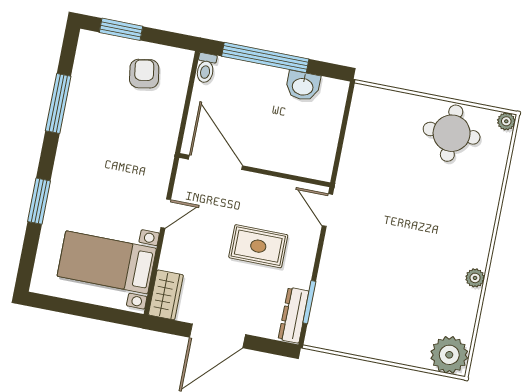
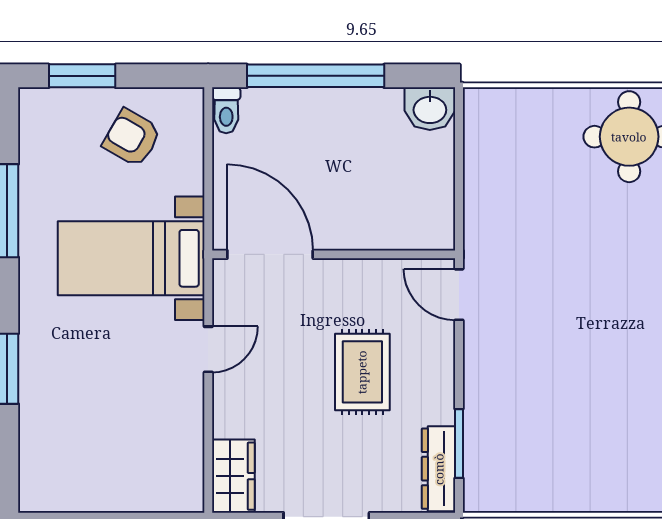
armchair: (144, 74) -> (132, 138), turned -51
washbasin: (303, 86) -> (430, 109), moved
rug: (258, 246) -> (362, 372), turned 90
bed with nightstands: (107, 262) -> (131, 258), moved

